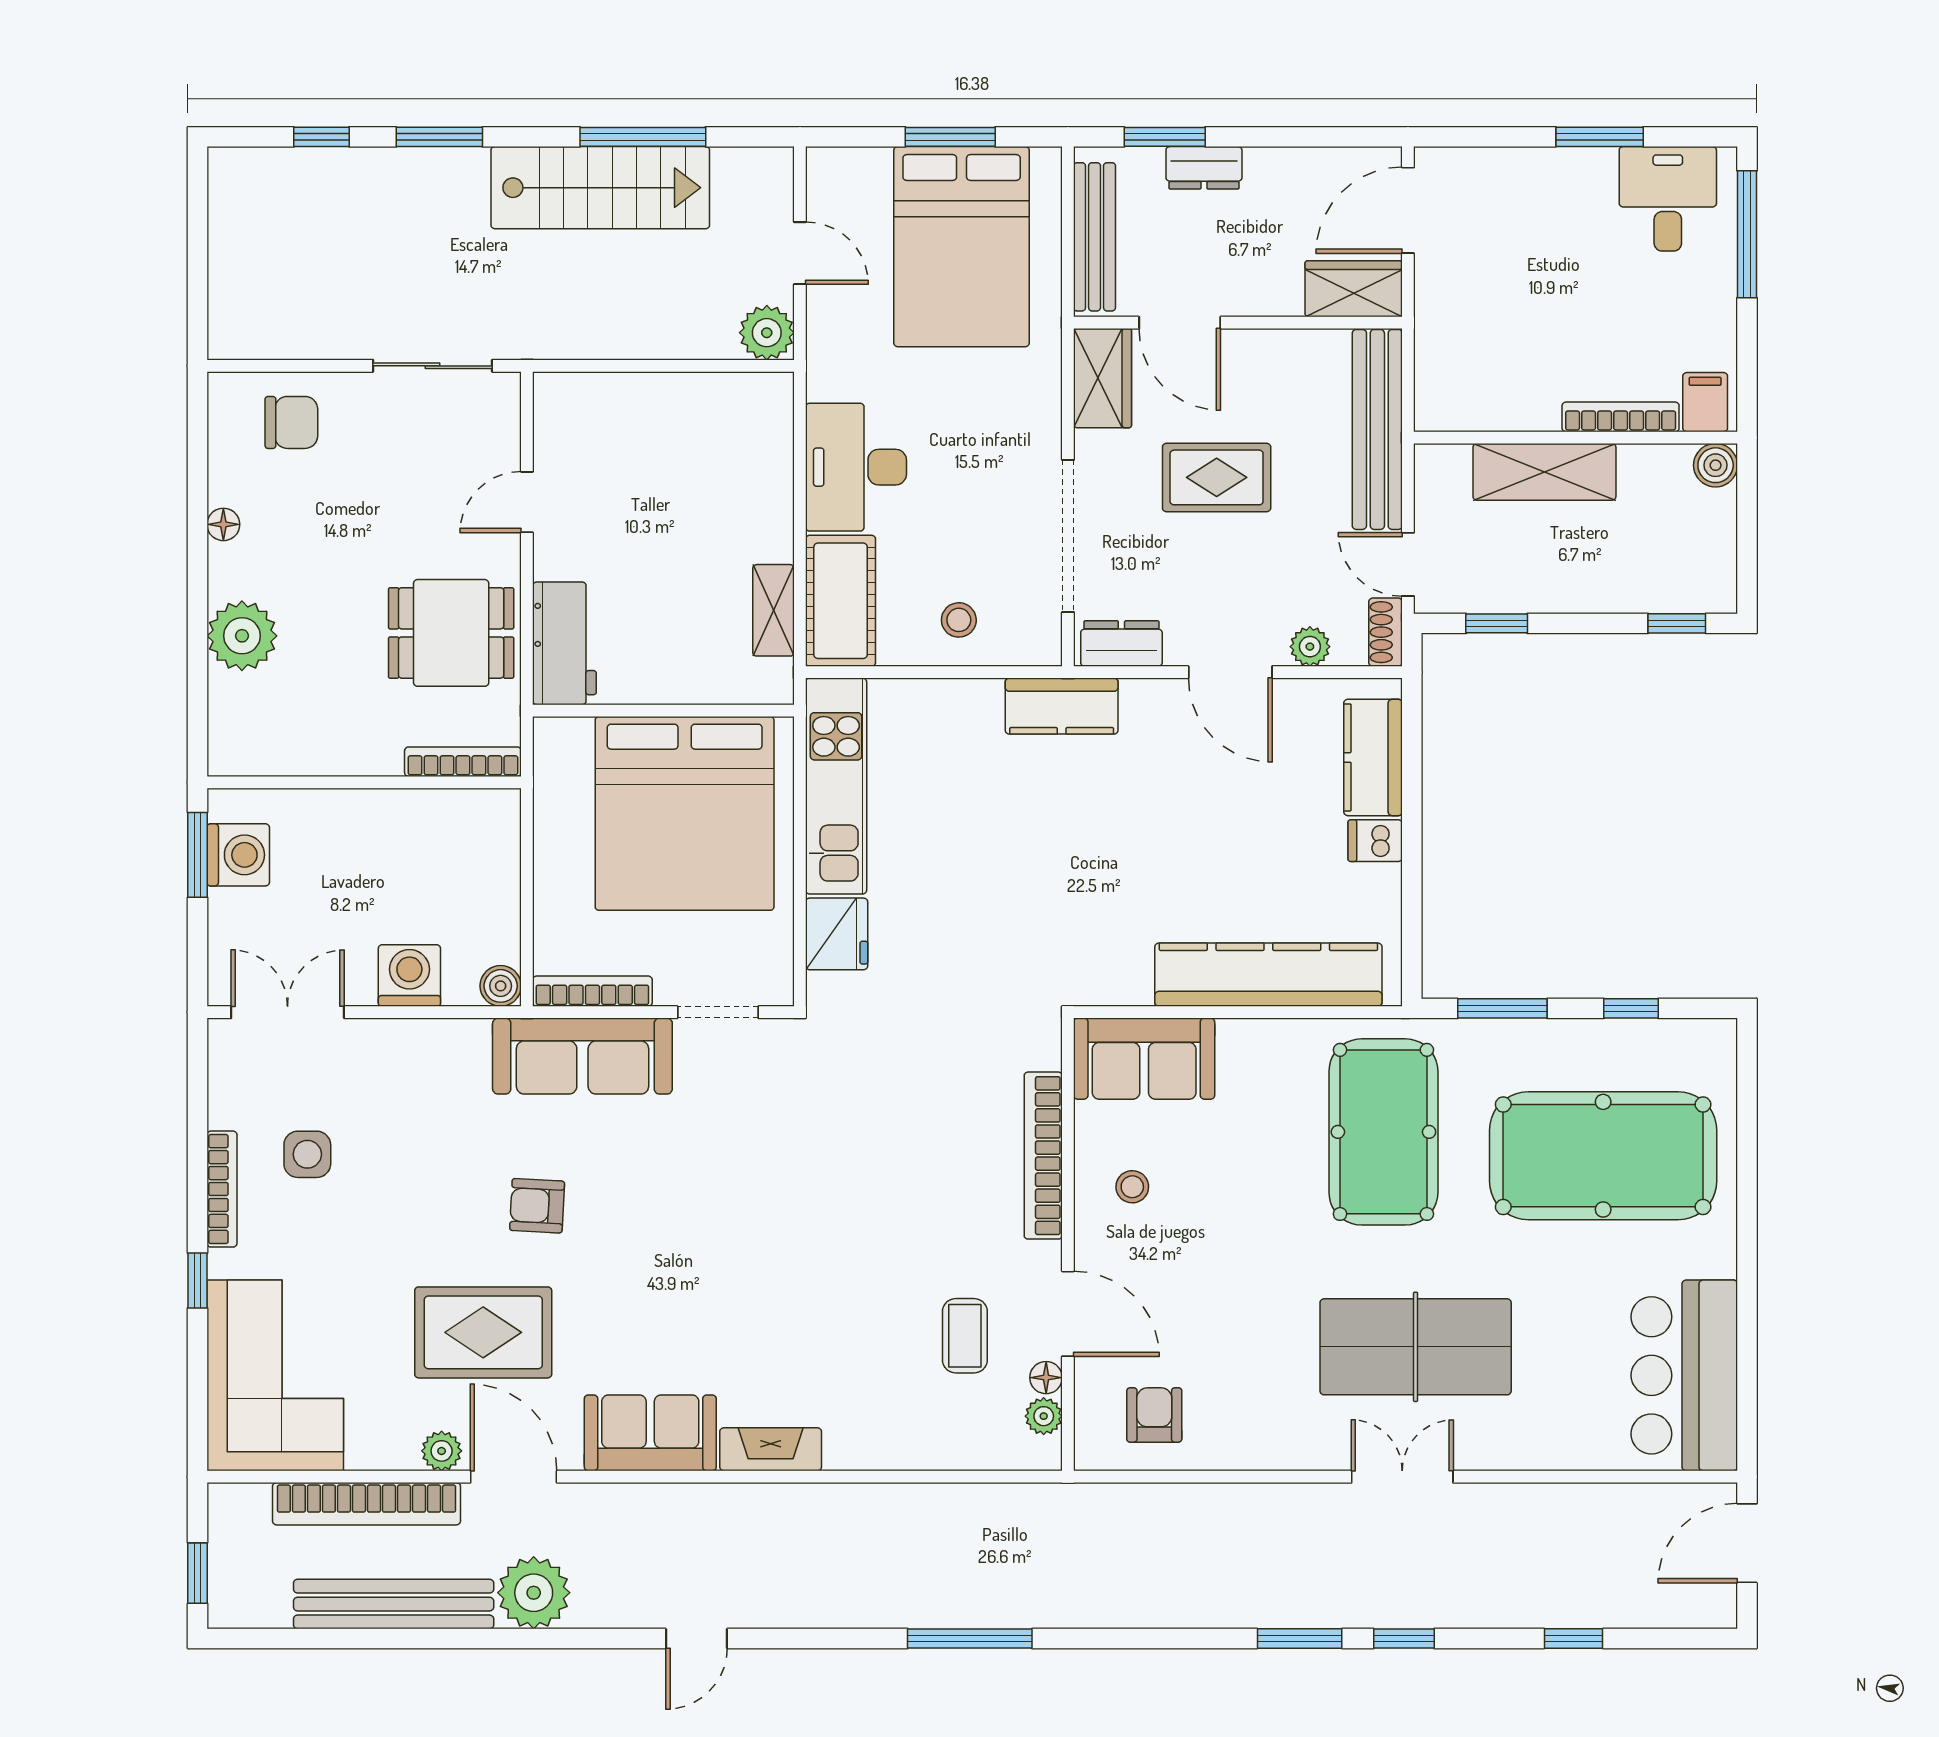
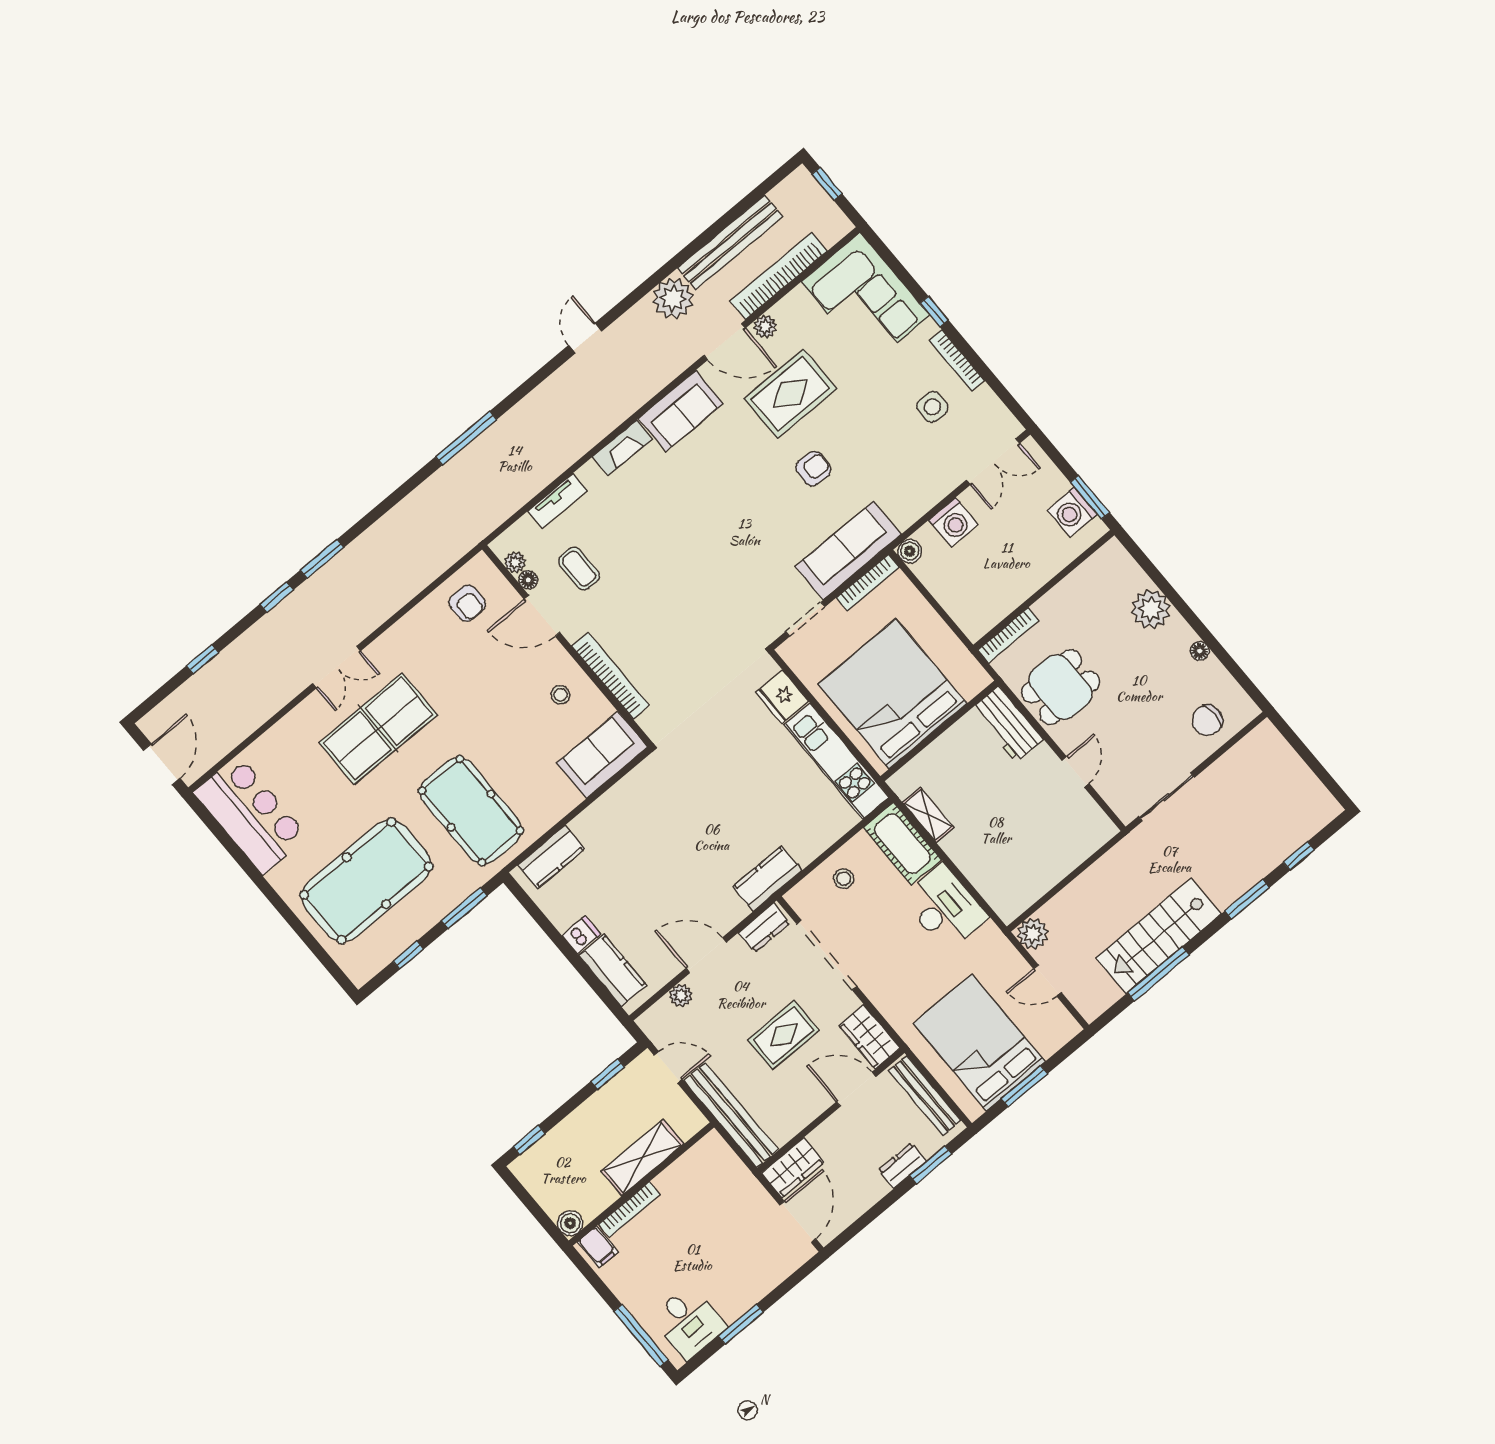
shoe rack: (1386, 632) -> (653, 1030), removed
kitchen counter: (1268, 975) -> (551, 857), width x0.48, depth x0.86
tv unit: (917, 1451) -> (558, 501), added

